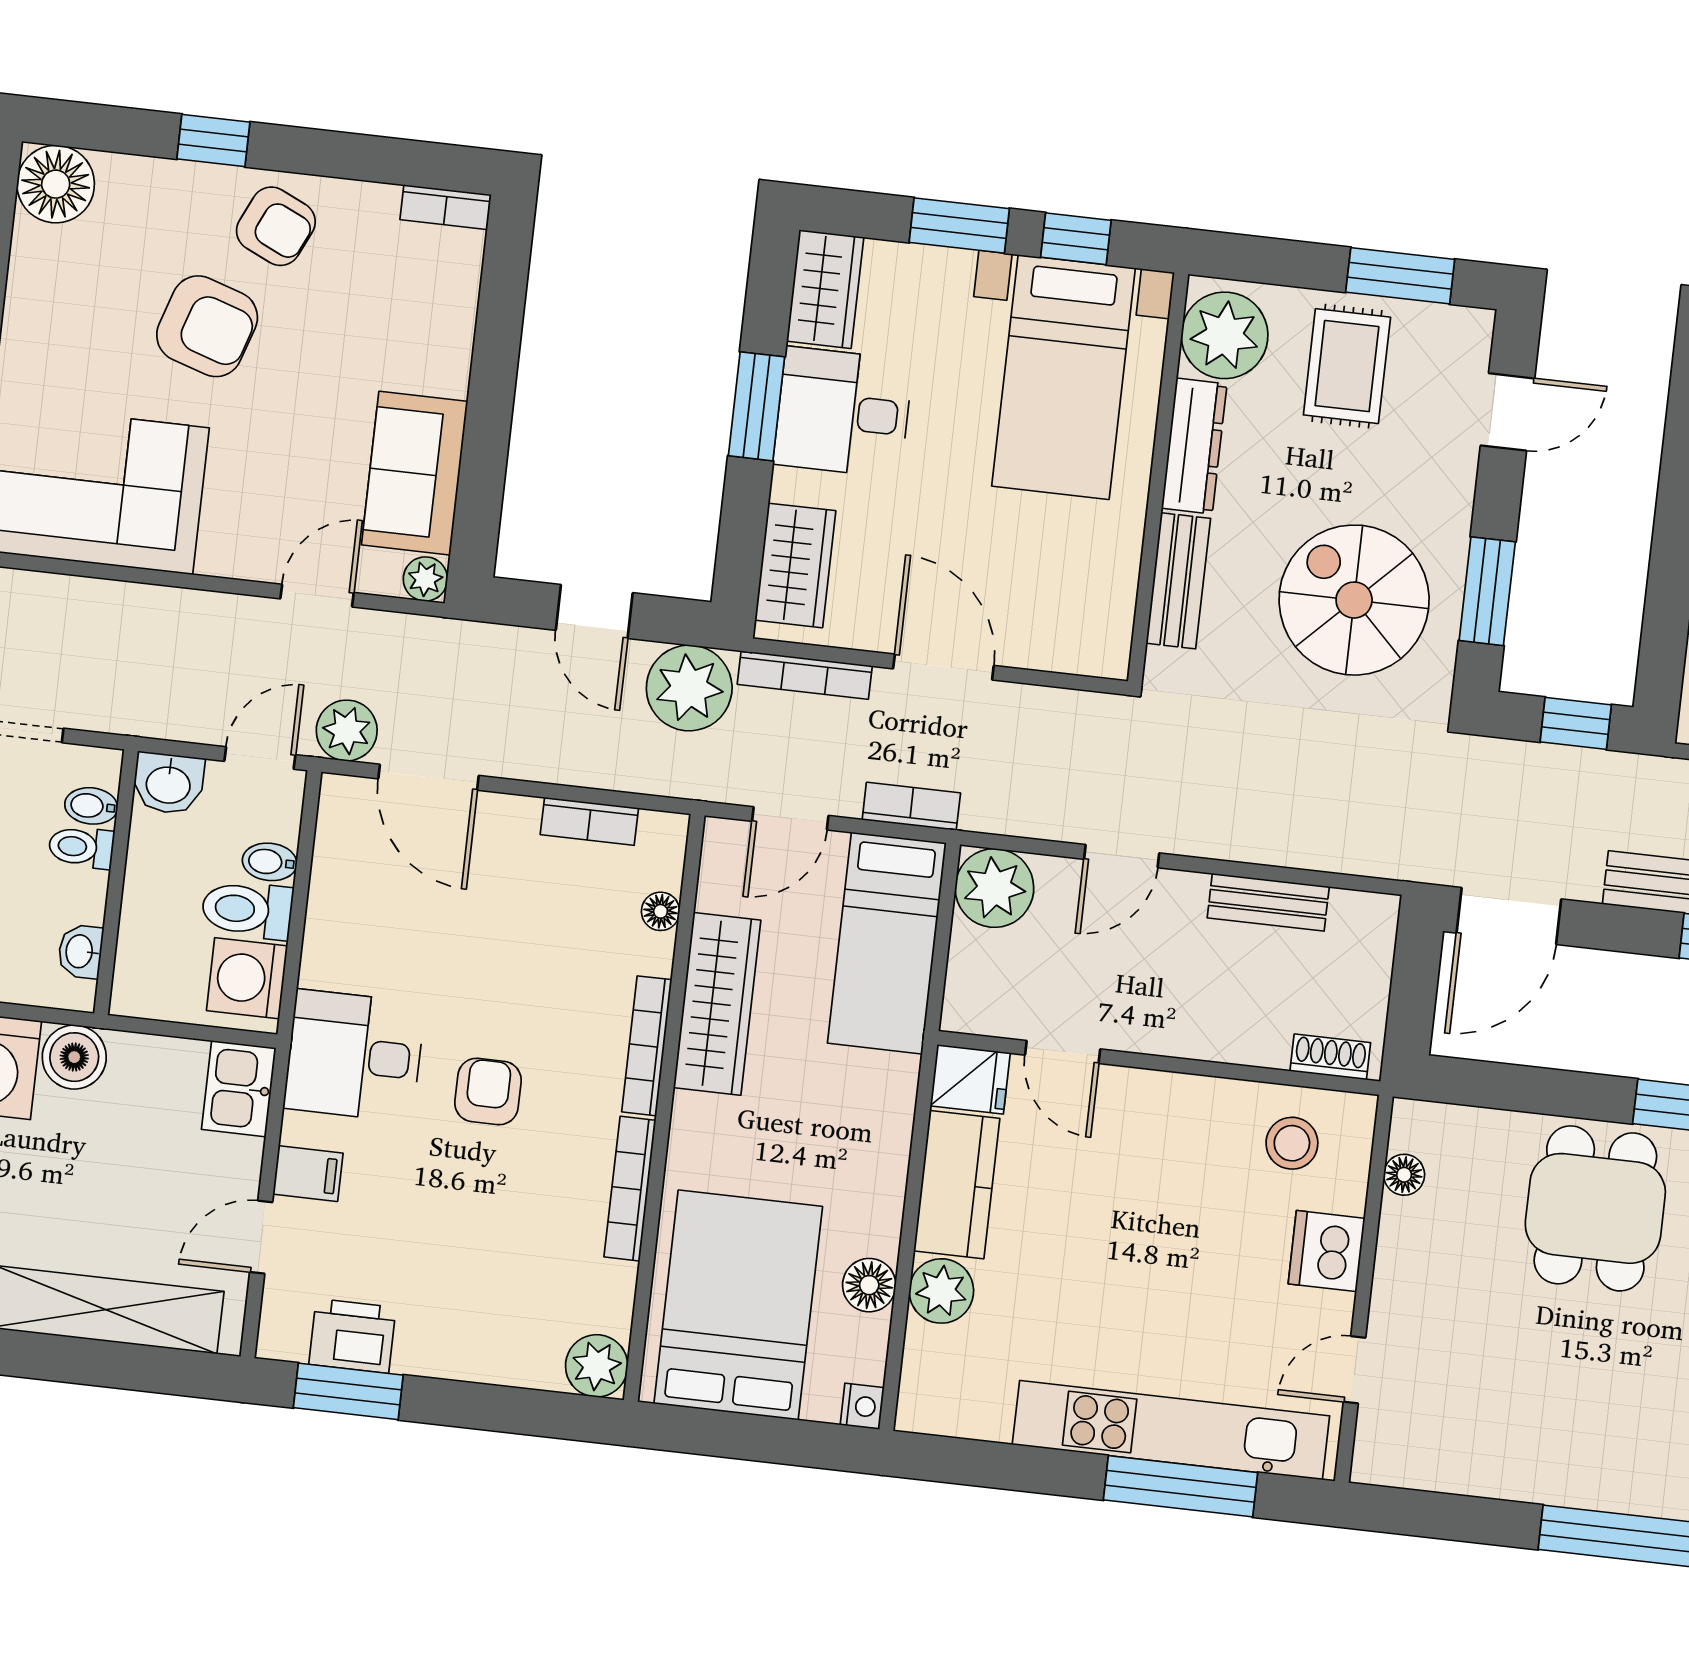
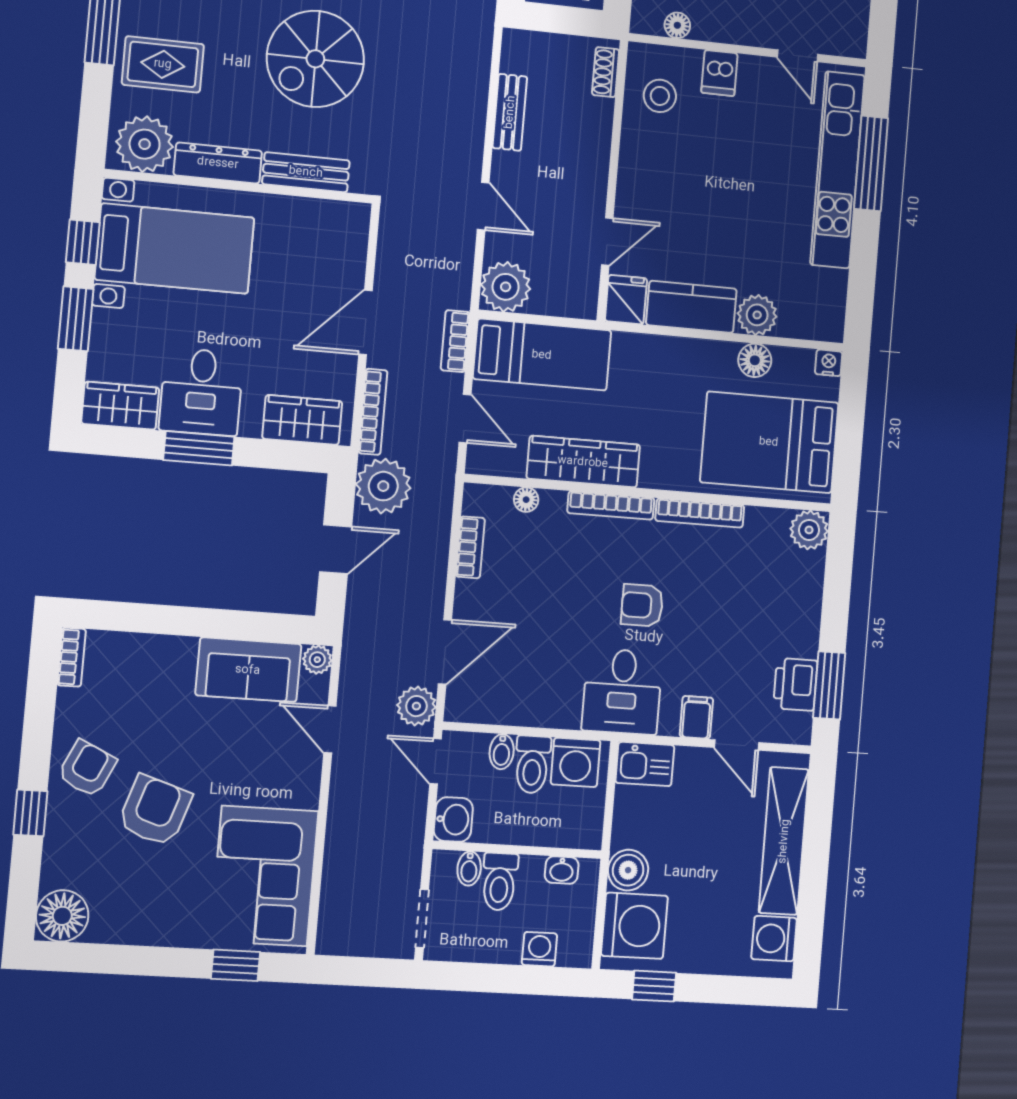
toilet: (81, 847) -> (499, 882), width x1.37, depth x1.39
dishwasher: (1327, 1251) -> (719, 73), width x0.73

